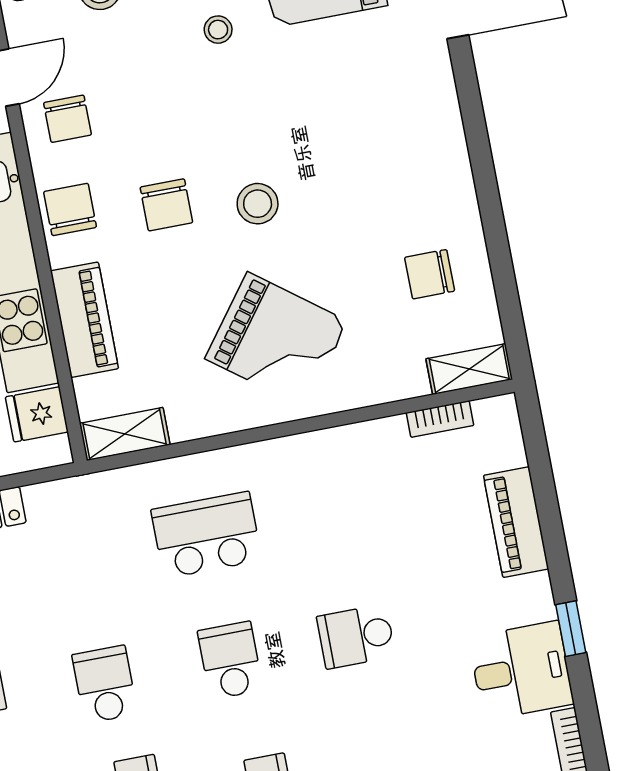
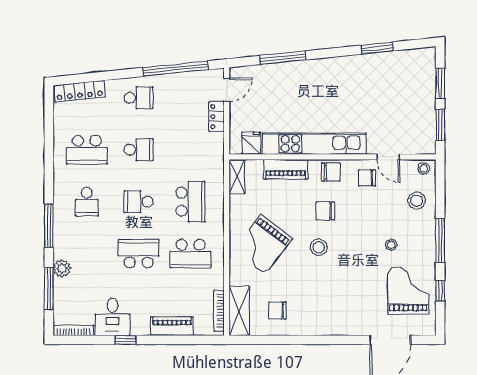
chair: (430, 274) -> (278, 311), turned -90
shelving: (469, 369) -> (239, 311), width x1.50, depth x1.33
bookcase: (440, 419) -> (219, 311), width x1.56
school desk: (332, 511) -> (191, 254), added
school desk: (356, 636) -> (139, 254), width x1.85
school desk: (230, 660) -> (139, 202), turned 180

